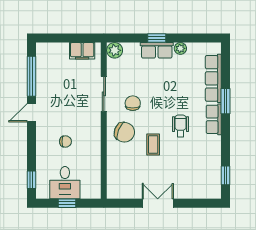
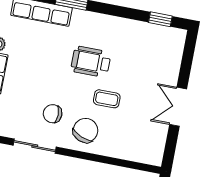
row of seats: (214, 119) -> (91, 20), removed
wheelchair: (181, 126) -> (91, 62), width x1.36, depth x1.37

